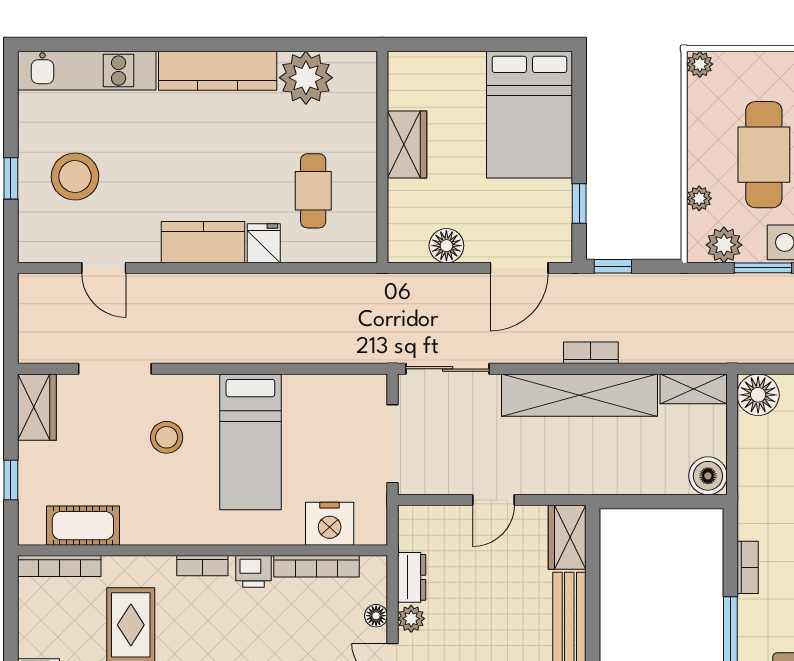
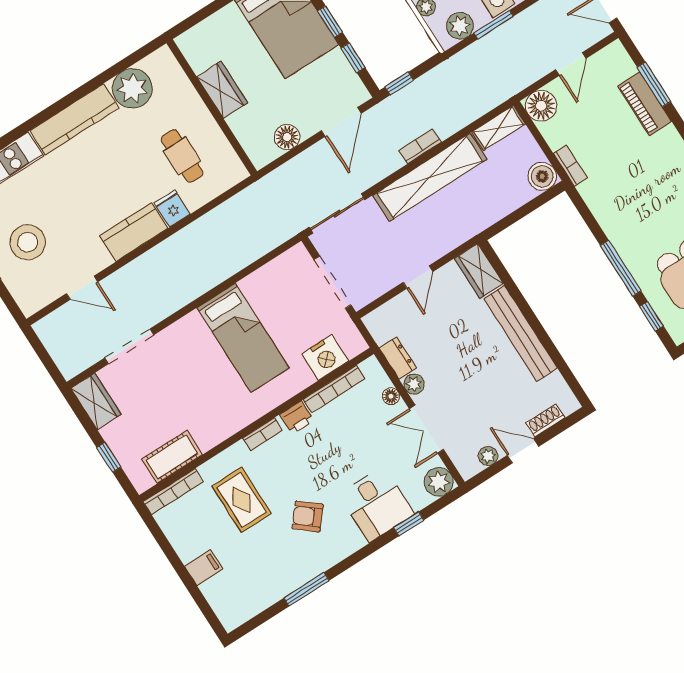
window: (579, 145) -> (330, 22), added
stool: (167, 437) -> (189, 368), removed
bookcase: (748, 567) -> (570, 166), moved

